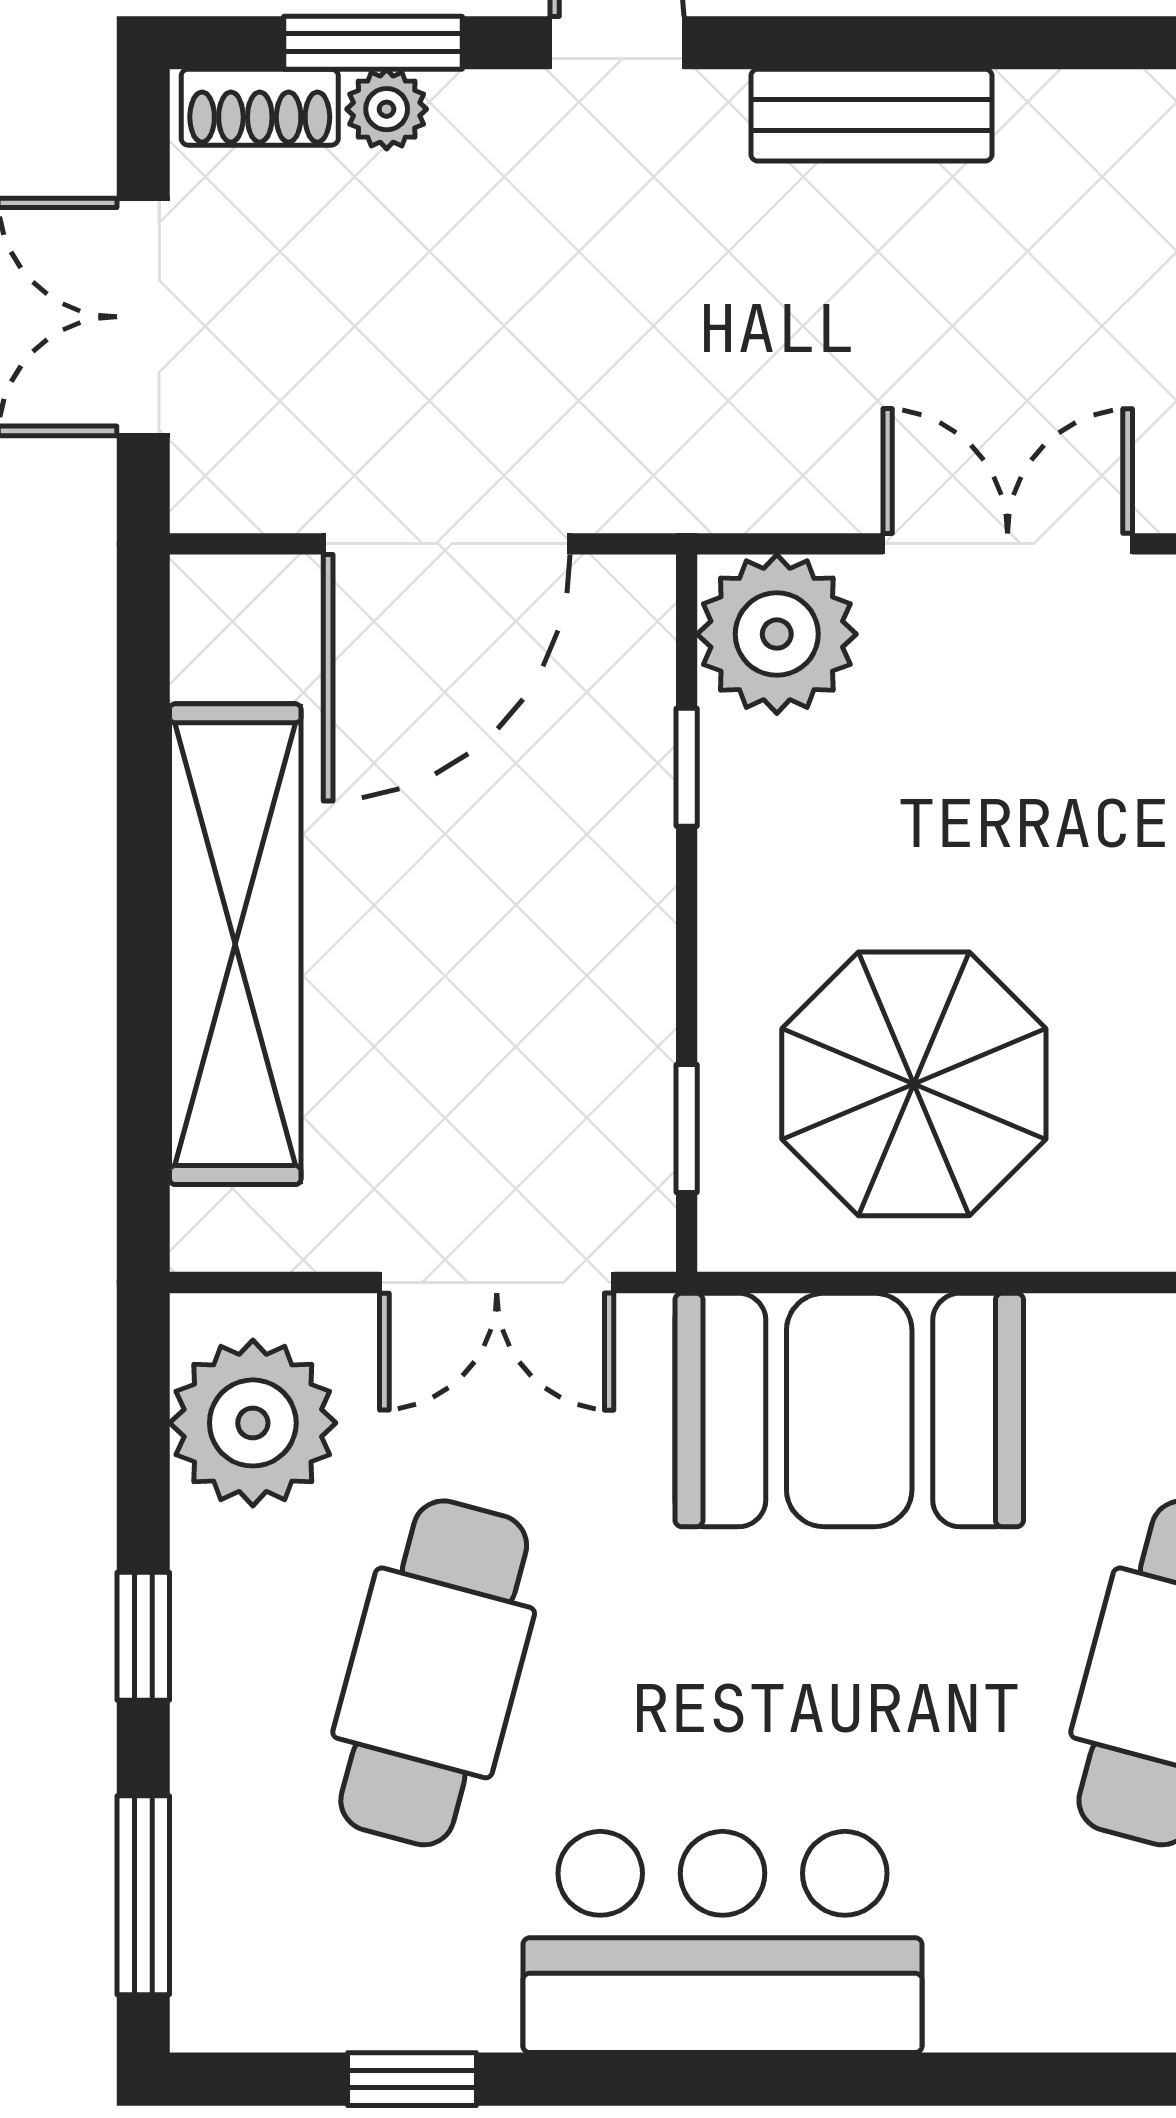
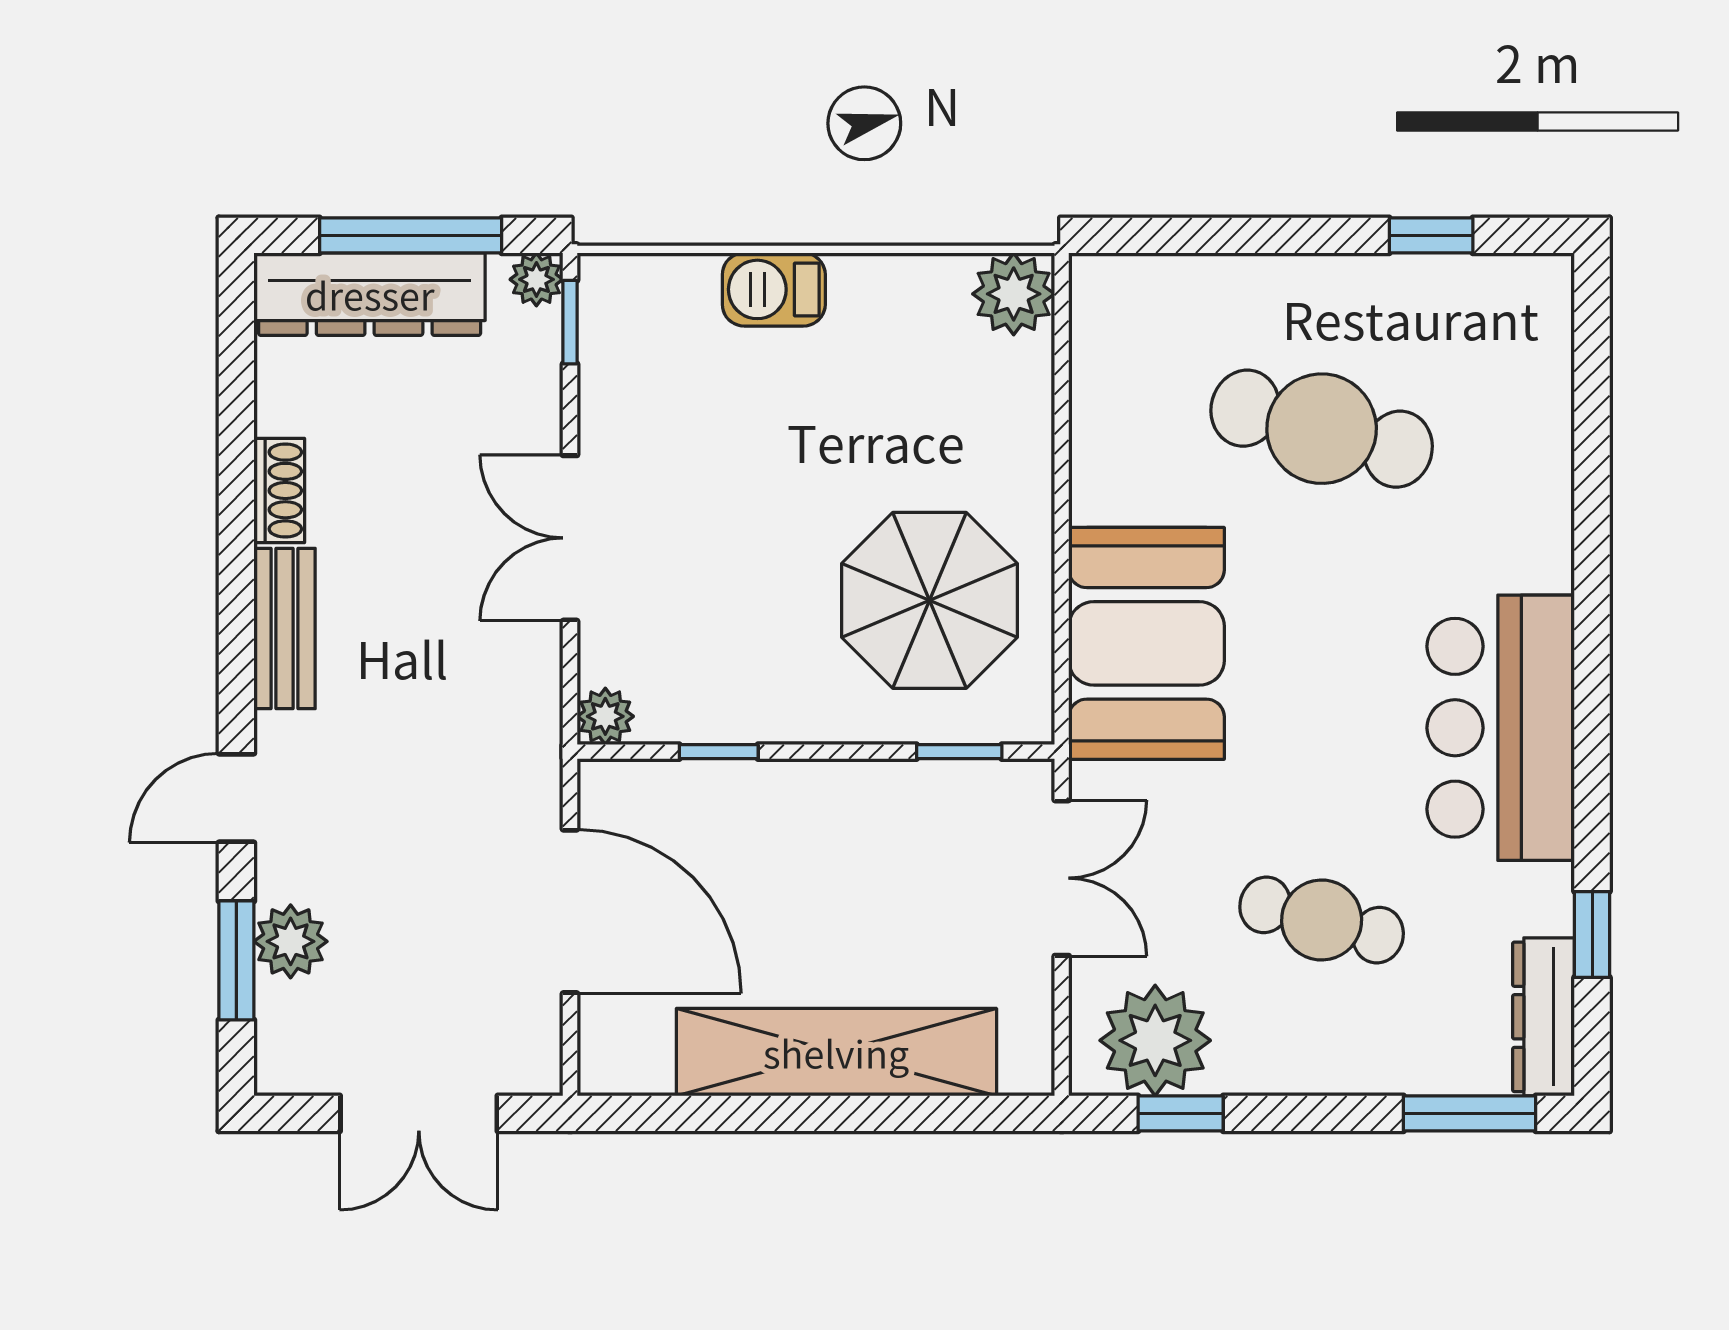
shoe rack: (260, 107) -> (279, 491), moved
plant: (387, 109) -> (291, 941), width x1.38, depth x1.38
plant: (777, 634) -> (605, 716), width x0.53, depth x0.53
window: (143, 1636) -> (1181, 1113), moved
cafe table: (434, 1673) -> (1322, 920), width x0.73, depth x0.74
dresser: (288, 2006) -> (1544, 1017), added

